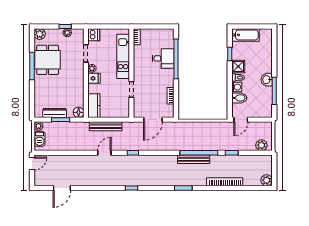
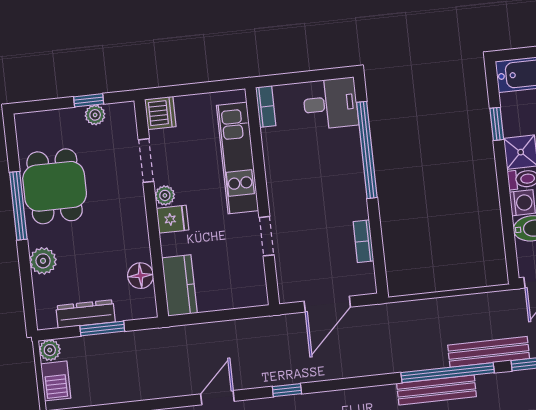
plant: (40, 34) -> (43, 261), moved
desk: (163, 58) -> (330, 104), moved
floor lamp: (79, 112) -> (141, 276), moved
bench: (106, 126) -> (489, 352), moved

